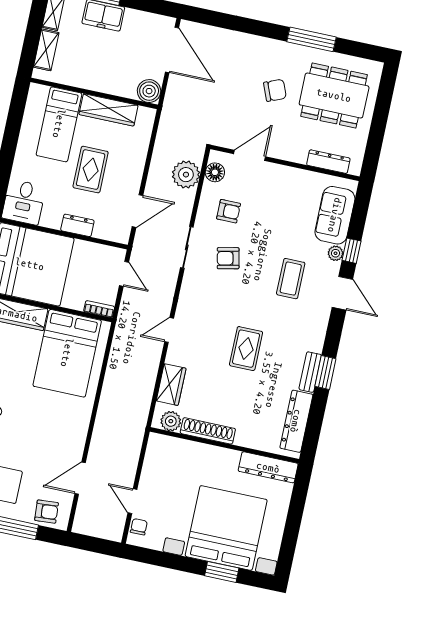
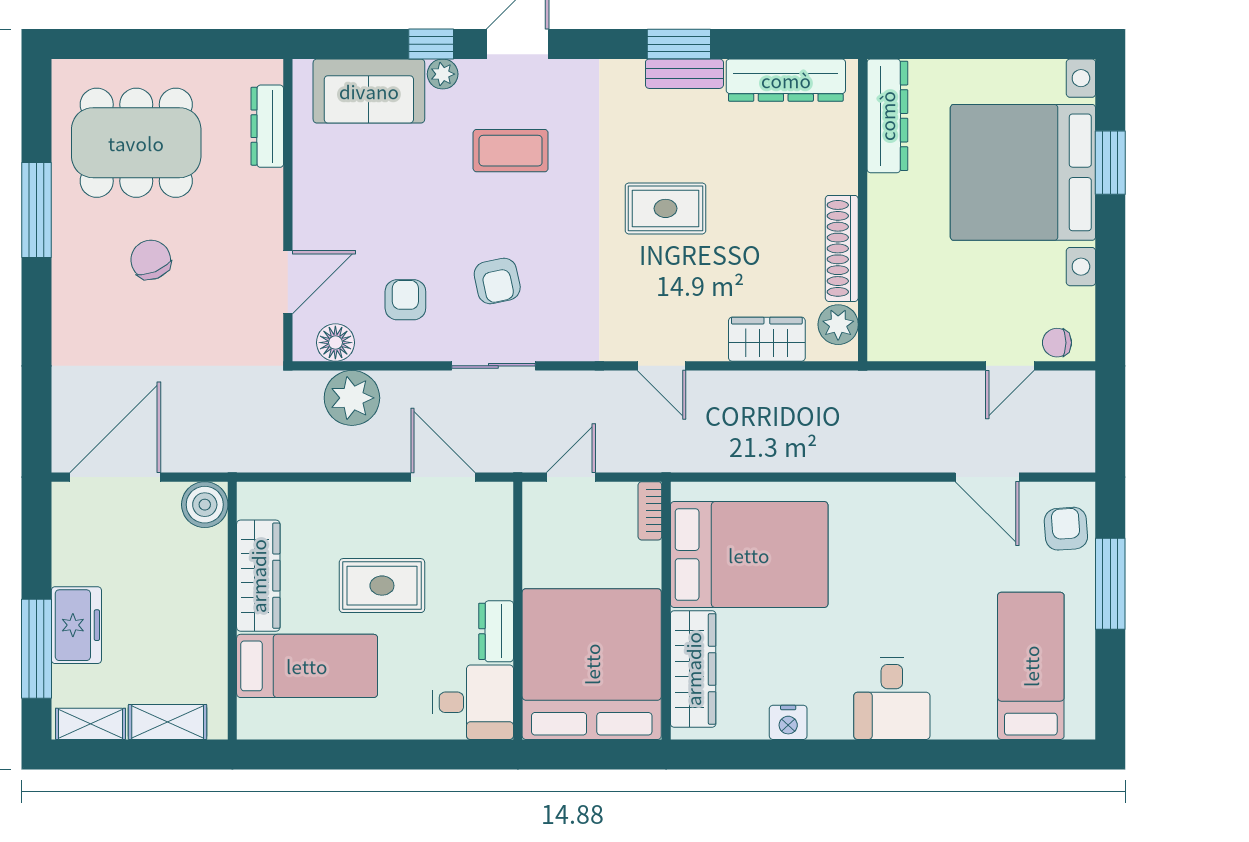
dining table: (334, 95) -> (136, 143), turned 90
door: (250, 155) -> (288, 282), swing flipped
dresser: (77, 225) -> (496, 631), moved

